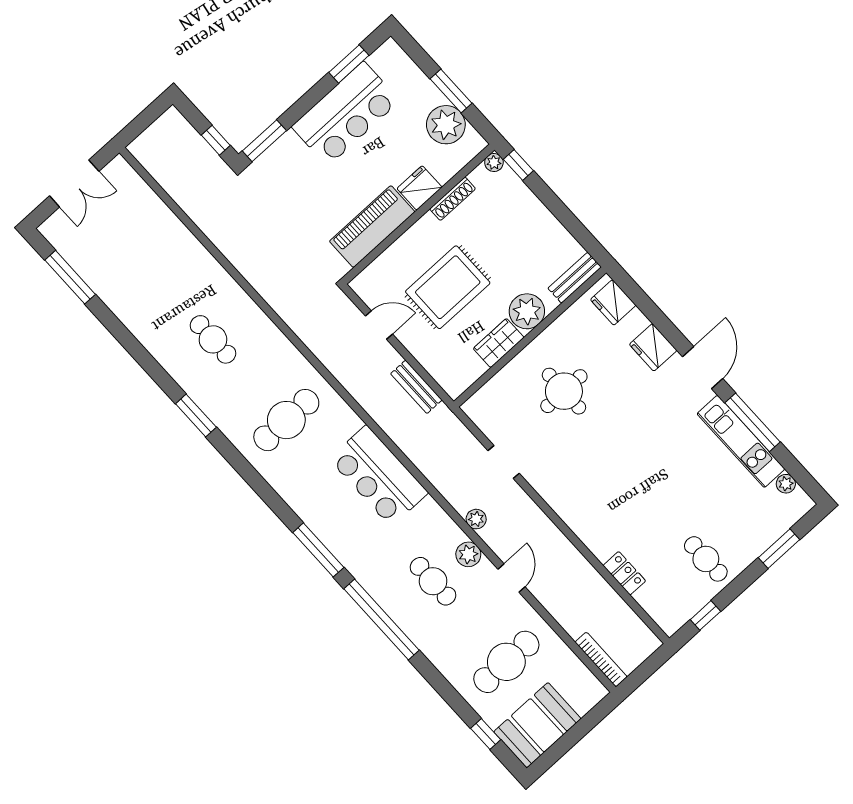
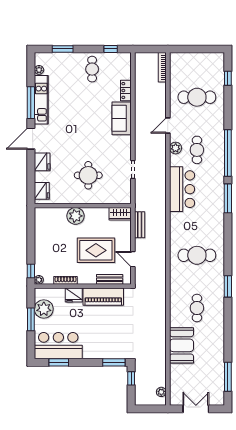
bar counter: (346, 114) -> (58, 346), moved
bench: (575, 278) -> (110, 279), moved
wardrobe: (499, 343) -> (120, 214), moved
bar counter: (379, 476) -> (182, 189), moved
plant: (476, 519) -> (161, 392), moved
sofa: (592, 525) -> (122, 118), added
booth: (537, 725) -> (182, 345), moved, turned 90

